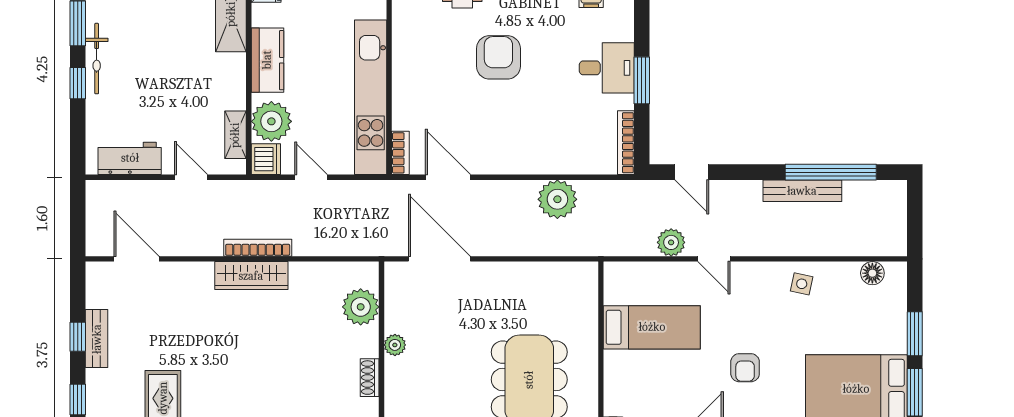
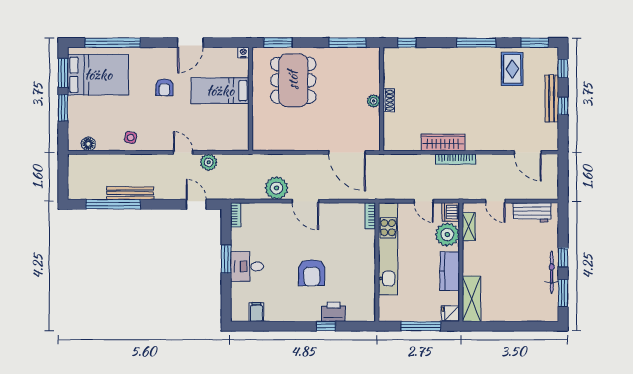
bookcase: (626, 143) -> (236, 215), width x0.64
door: (448, 177) -> (305, 201), moved
wardrobe: (251, 276) -> (443, 142), moved
plant: (361, 307) -> (394, 124), removed
bed: (652, 327) -> (220, 91), moved
bench: (97, 339) -> (552, 98), width x1.36
armchair: (745, 368) -> (164, 87), turned 180
shoe rack: (370, 378) -> (389, 100), moved

